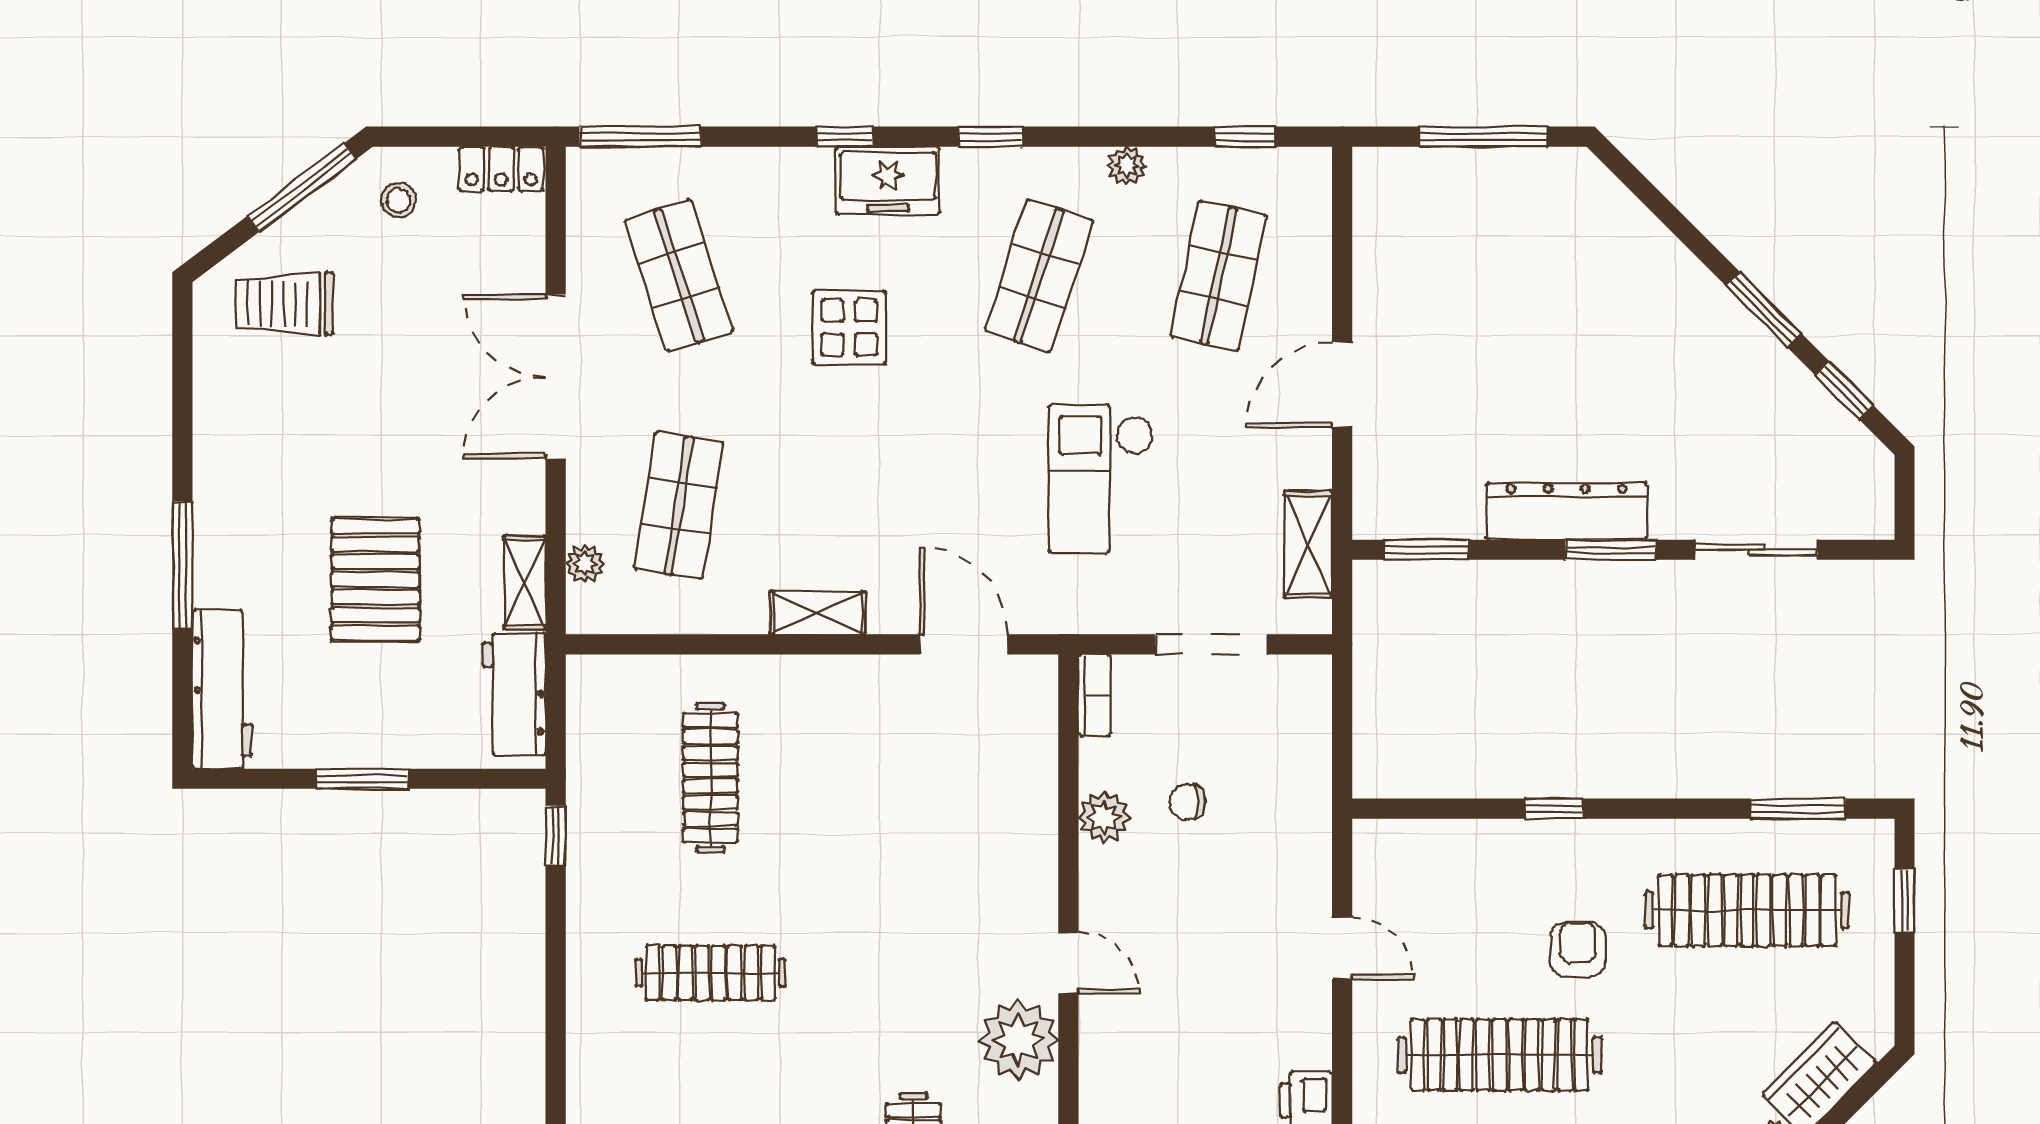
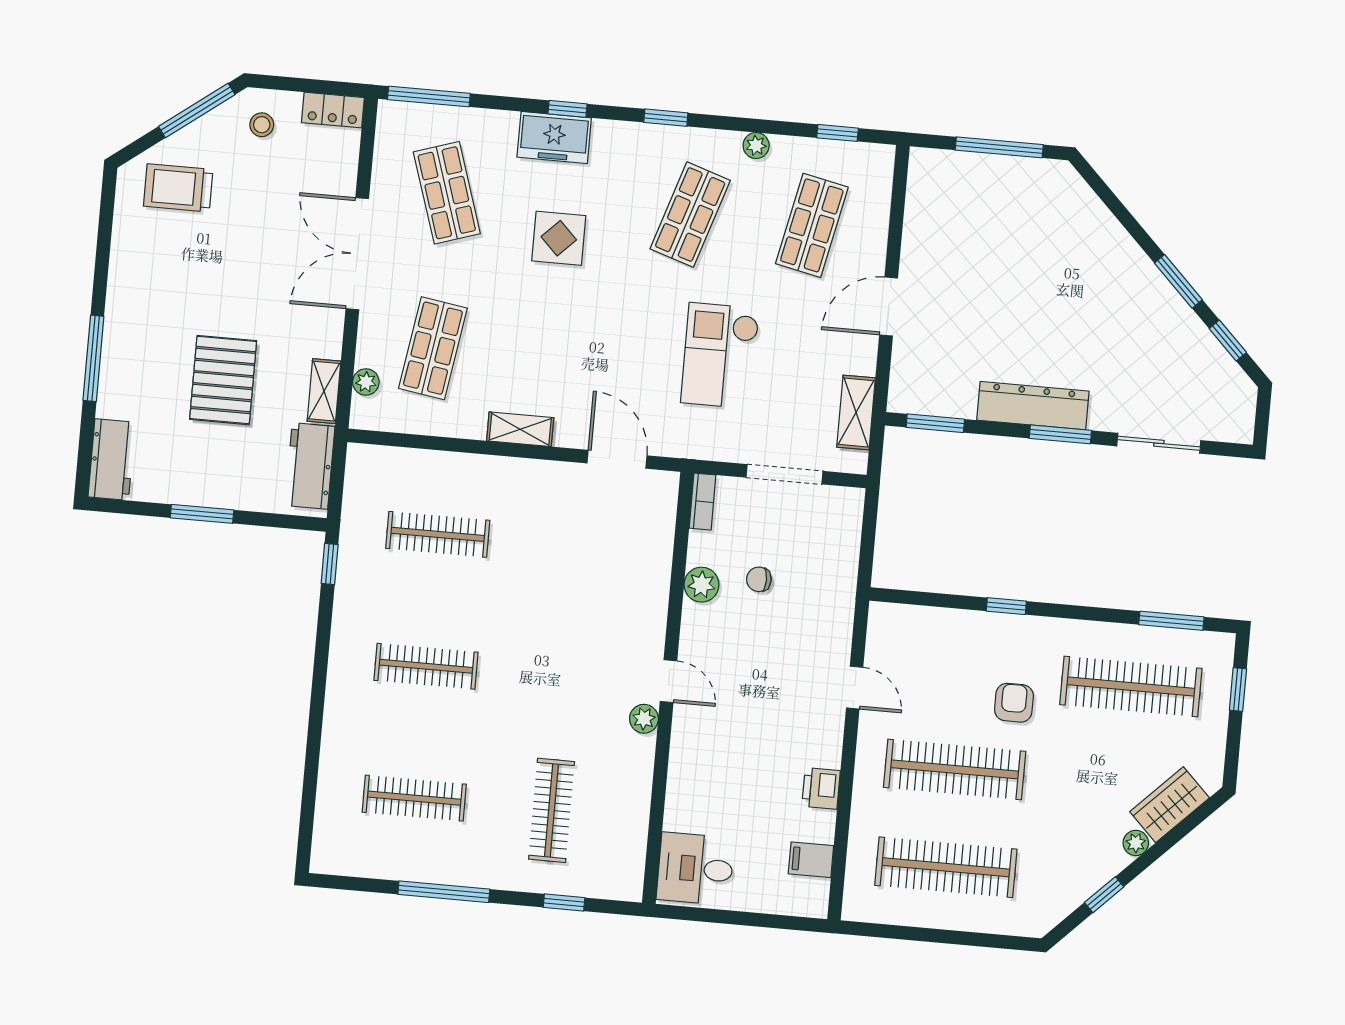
freezer: (888, 180) -> (554, 137), moved
workbench: (222, 689) -> (112, 460), width x0.73
clothes rail: (710, 778) -> (438, 534), turned 90
plant: (1018, 1040) -> (644, 719), width x0.53, depth x0.53

